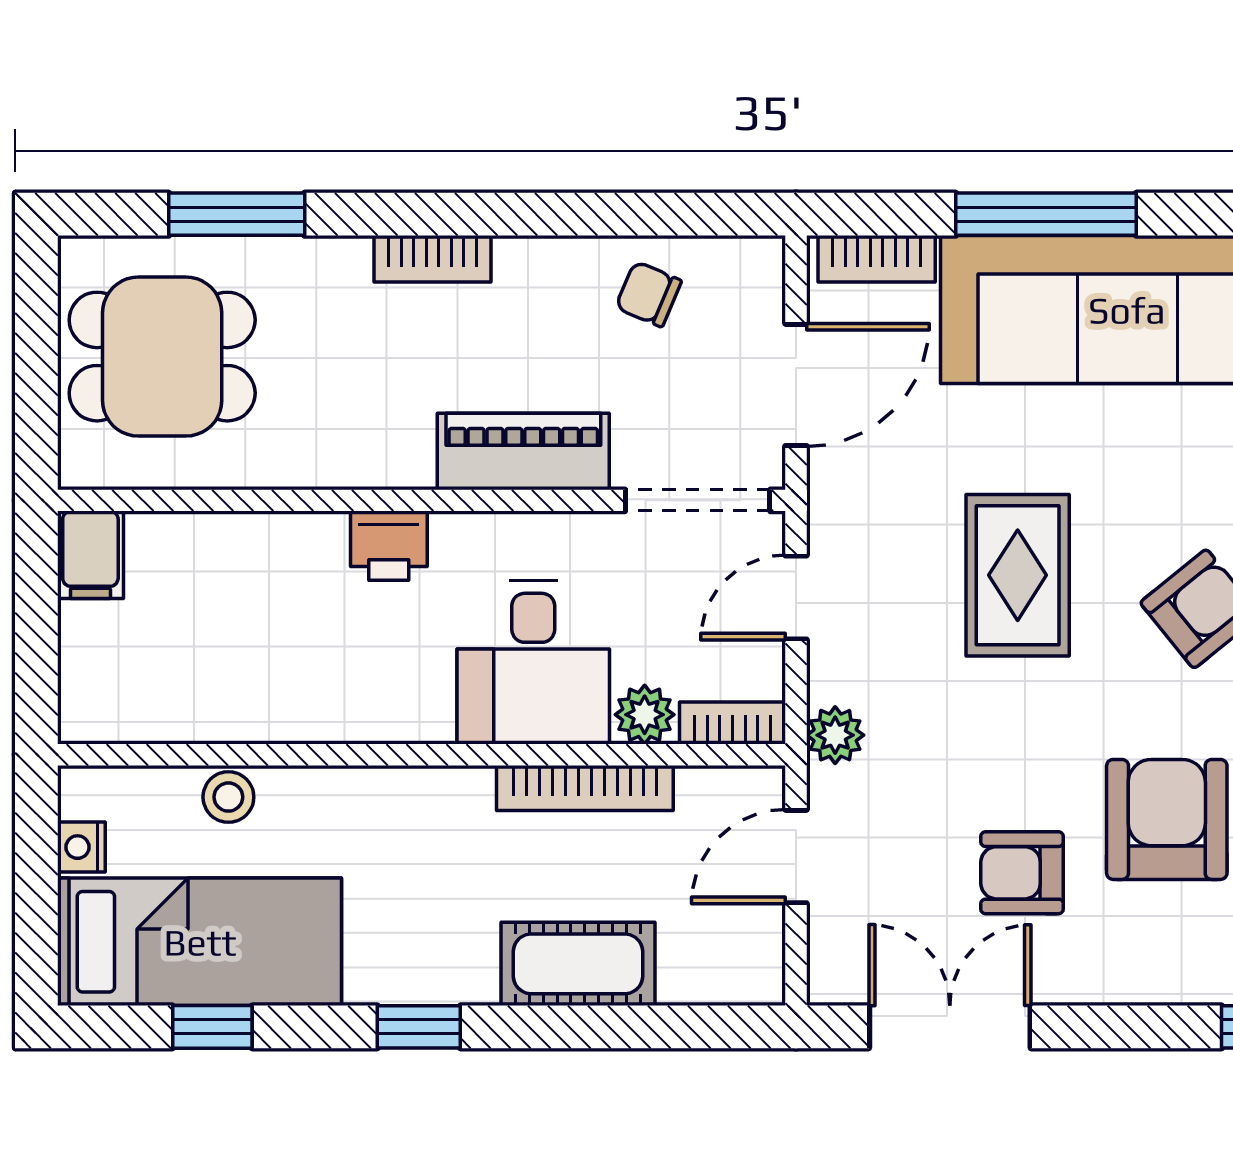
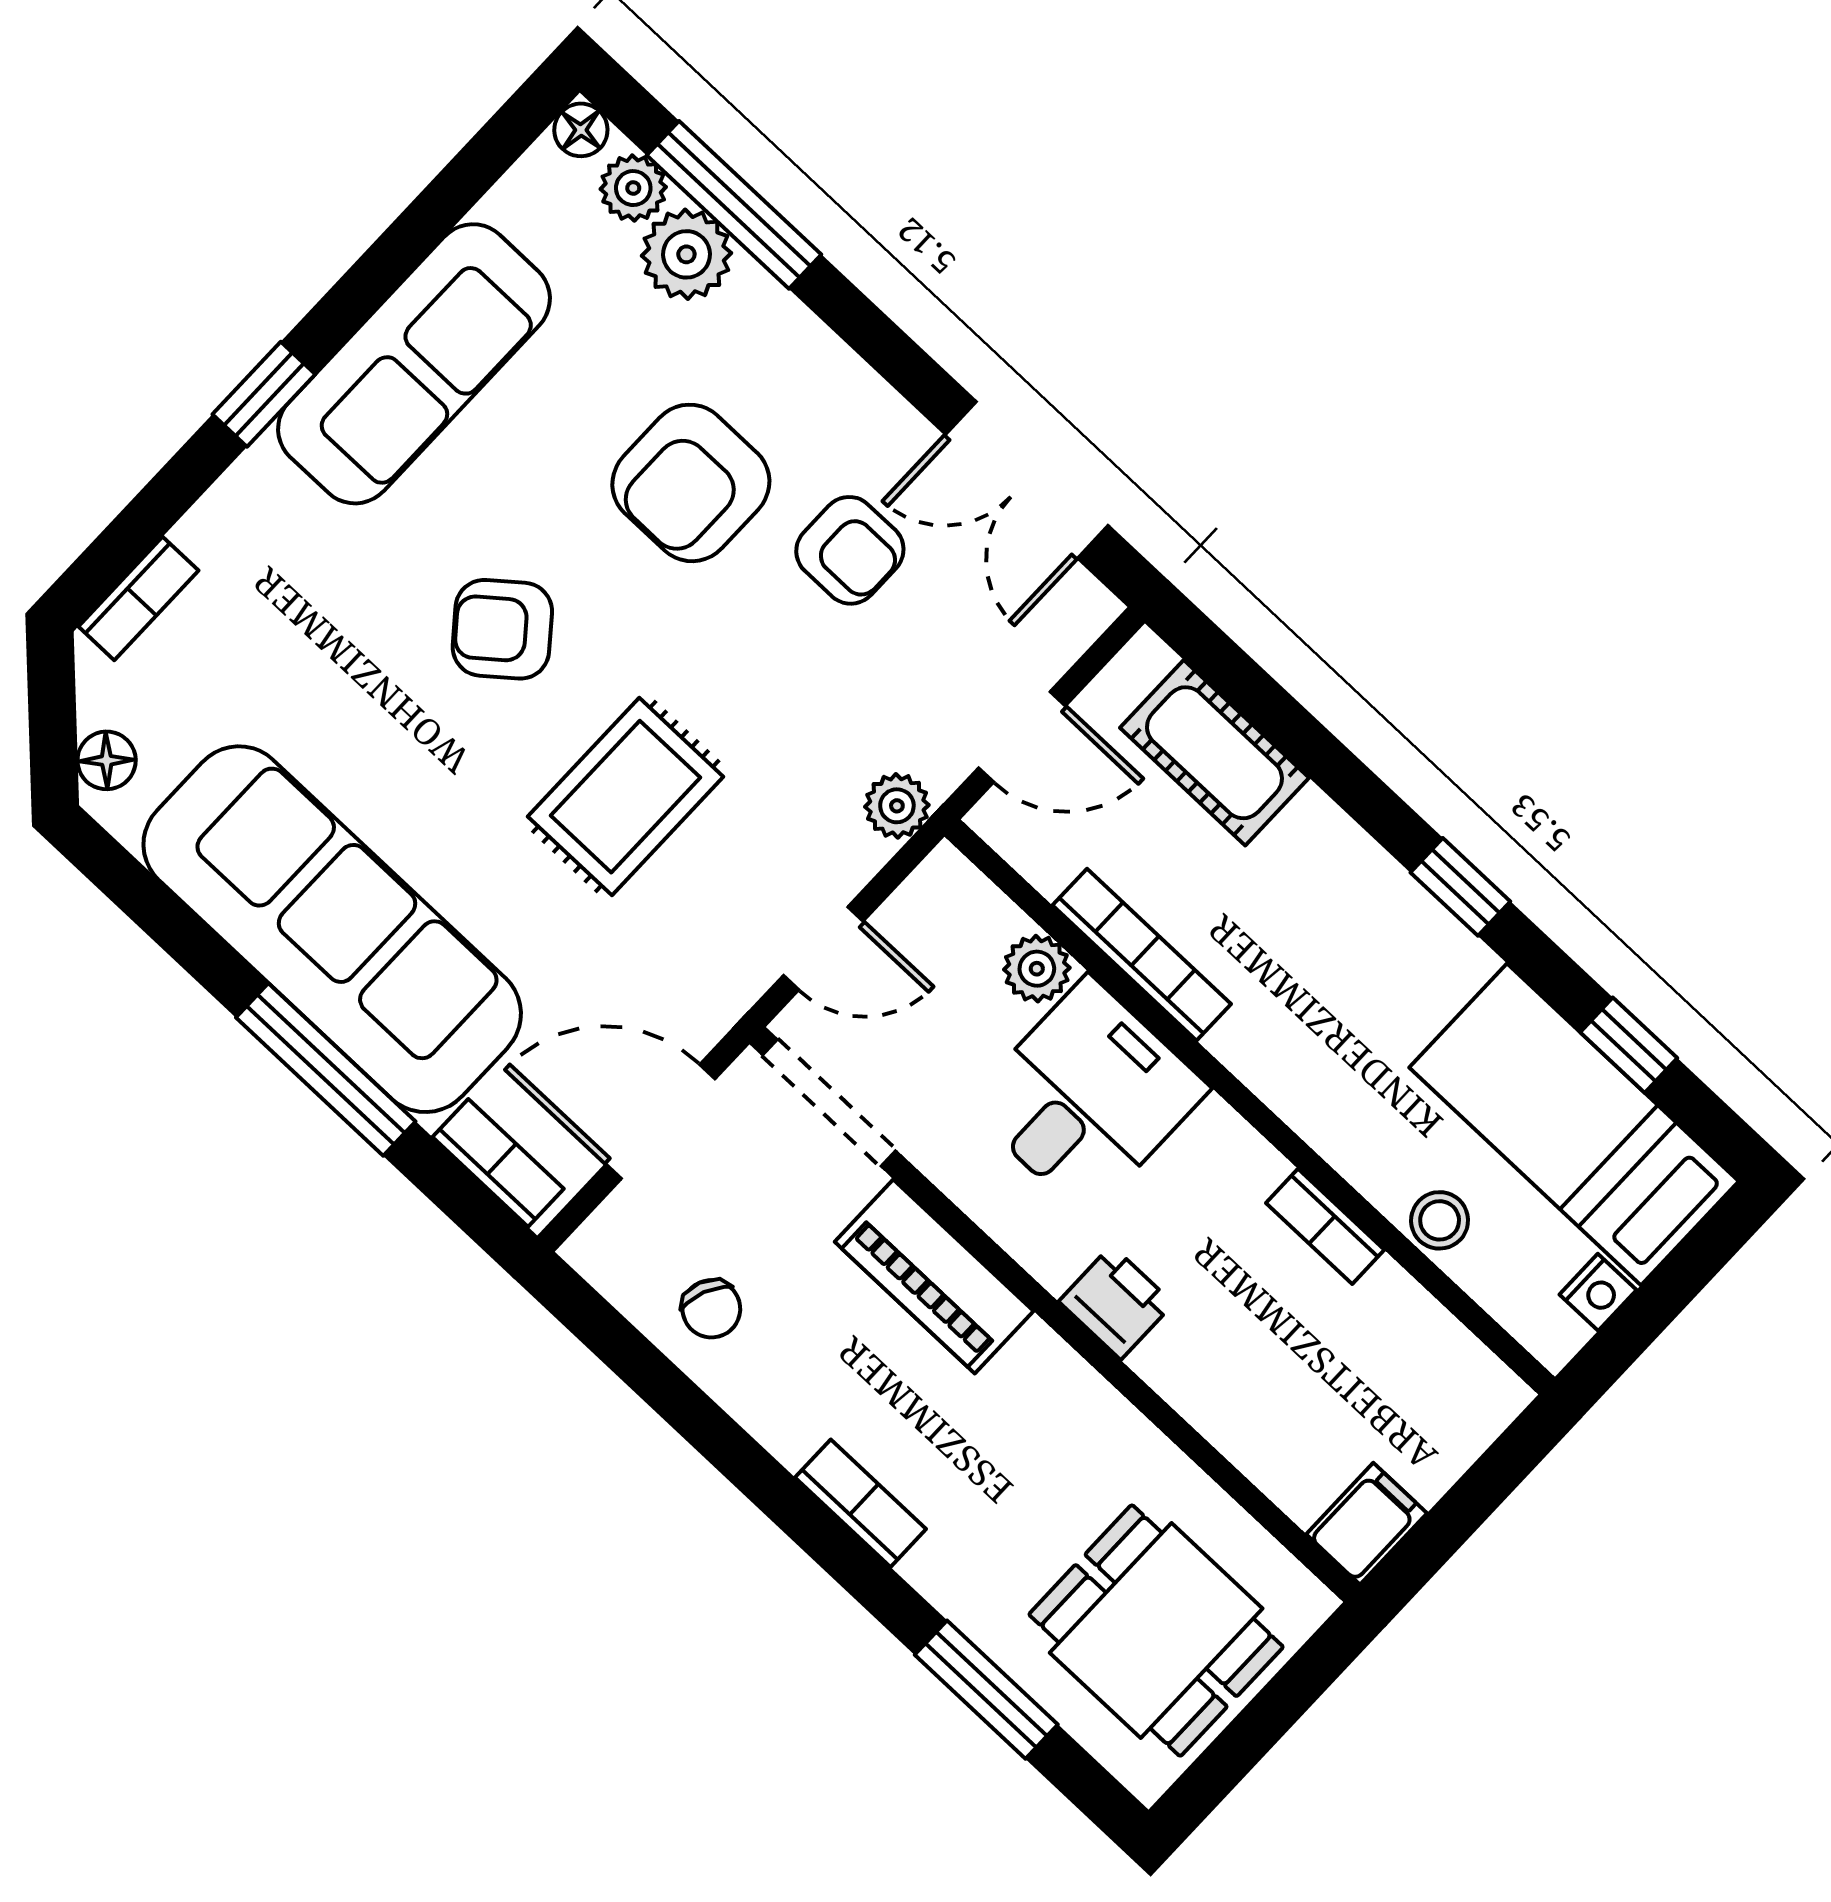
bookcase: (733, 723) -> (1325, 1226), moved
cot: (578, 964) -> (1214, 753), moved

